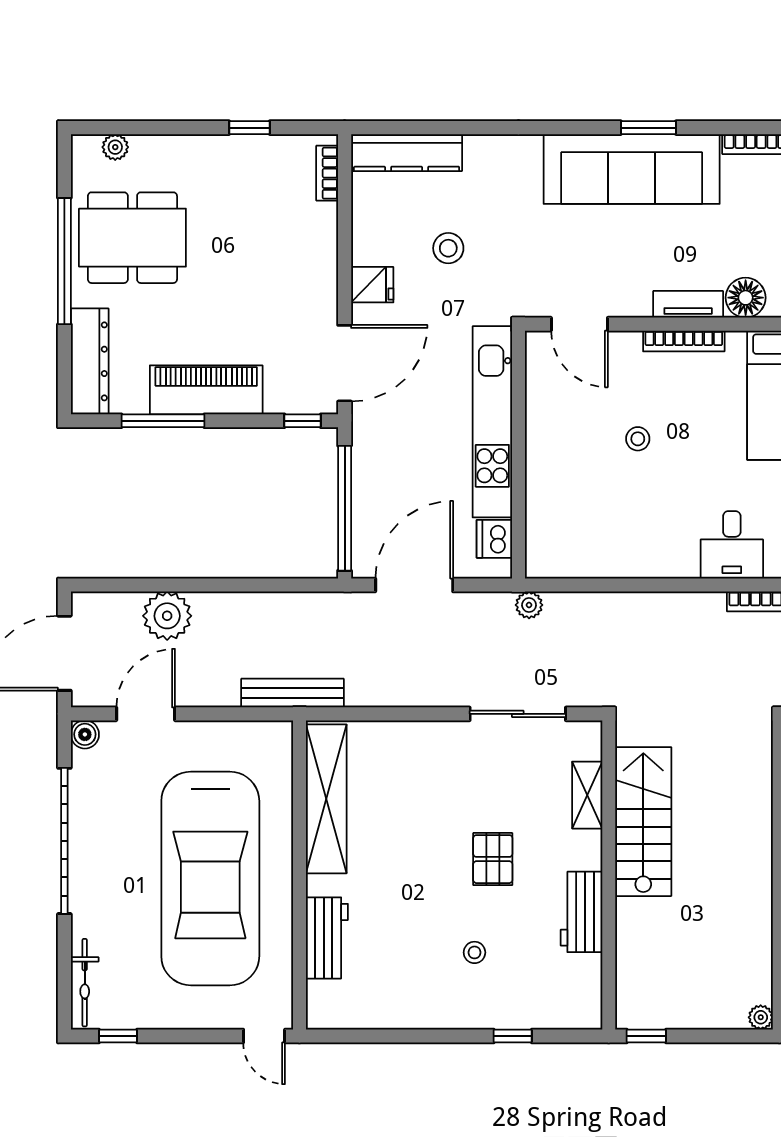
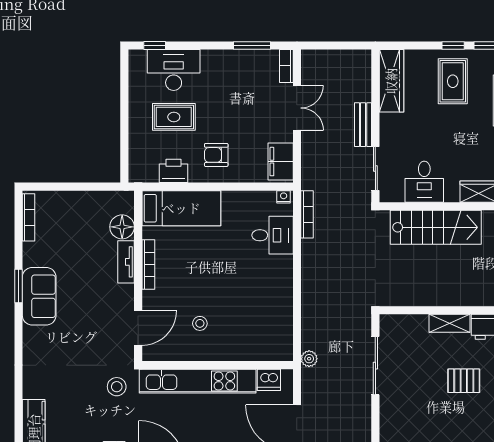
sofa: (632, 169) -> (39, 296), width x0.54, depth x0.79
stool: (448, 248) -> (117, 387), moved
stool: (638, 439) -> (200, 323), moved
shelving: (587, 795) -> (449, 323), moved
stairs: (643, 822) -> (436, 227), moved, turned 180

